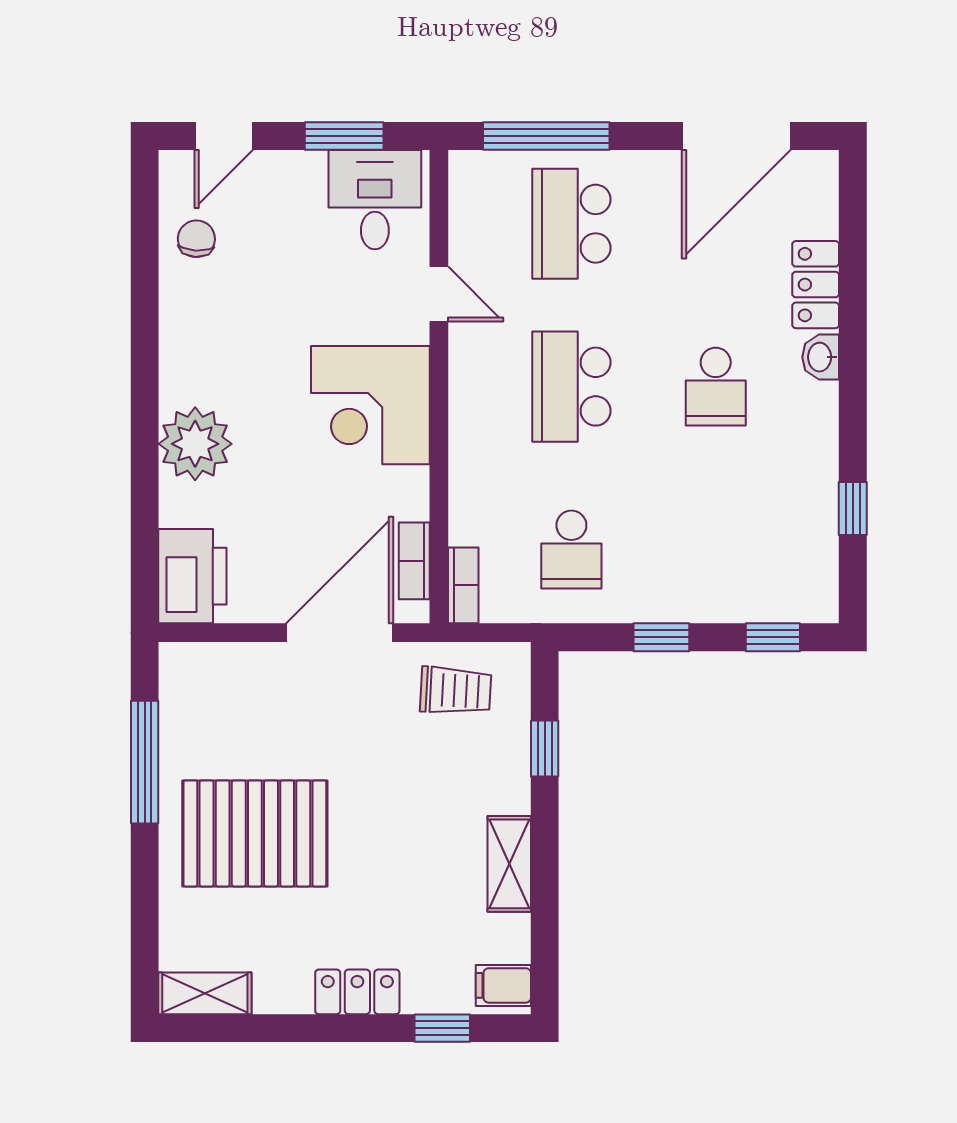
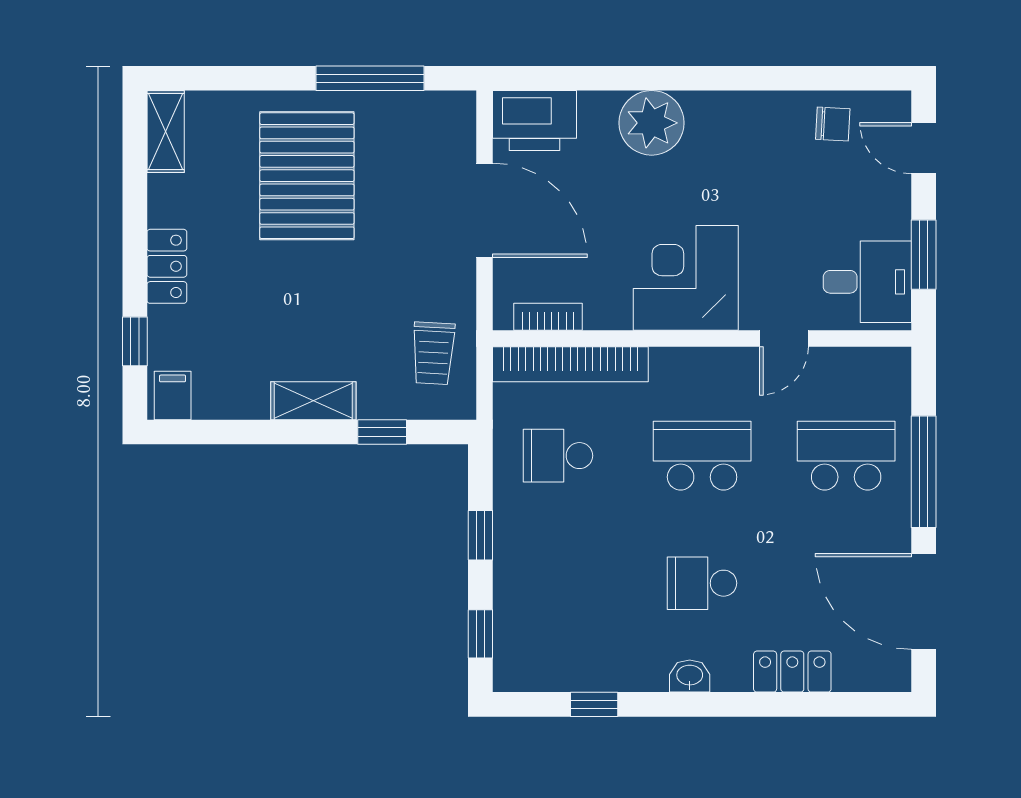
window: (546, 136) -> (924, 472), moved
washbasin: (821, 357) -> (690, 676), moved
bookcase: (463, 585) -> (570, 364), width x2.31, depth x1.31
door: (340, 633) -> (485, 210), moved
shelving: (509, 864) -> (313, 401), moved

